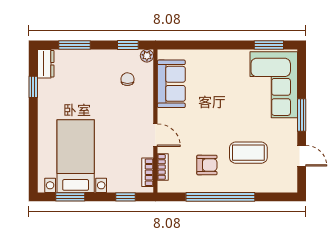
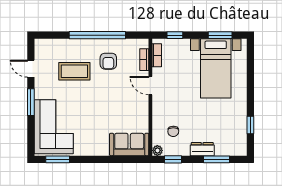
dresser: (46, 64) -> (202, 149), moved, turned 90
sofa: (171, 84) -> (129, 144), moved, turned 90
armchair: (207, 165) -> (108, 61), turned -90

